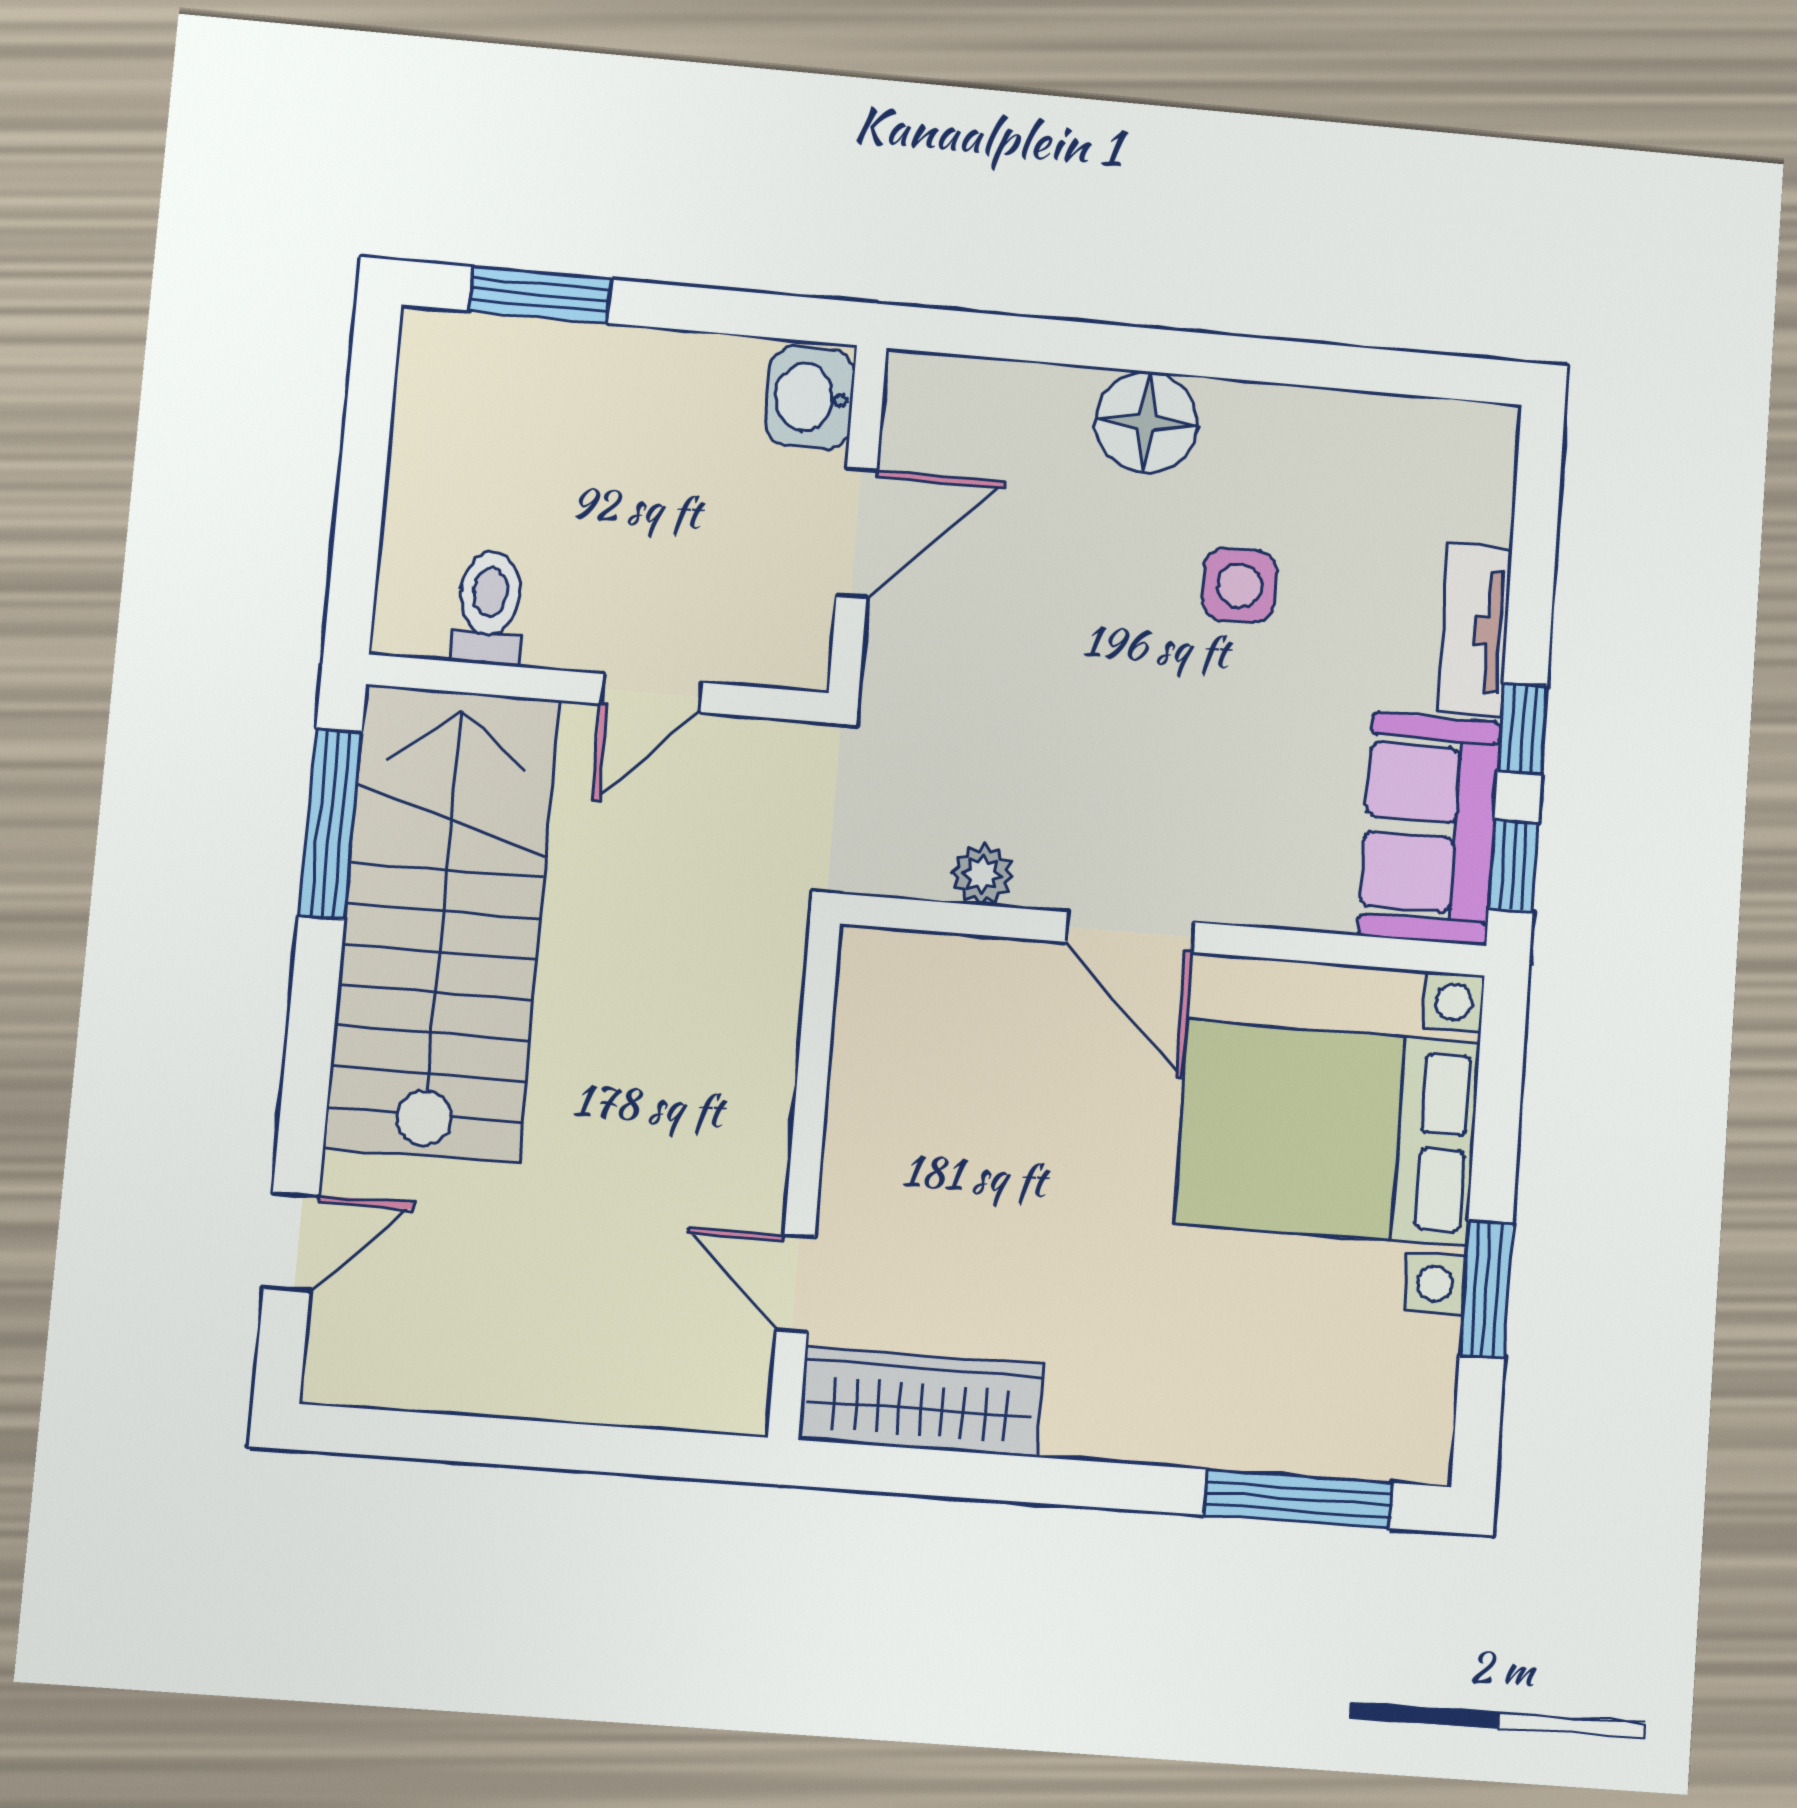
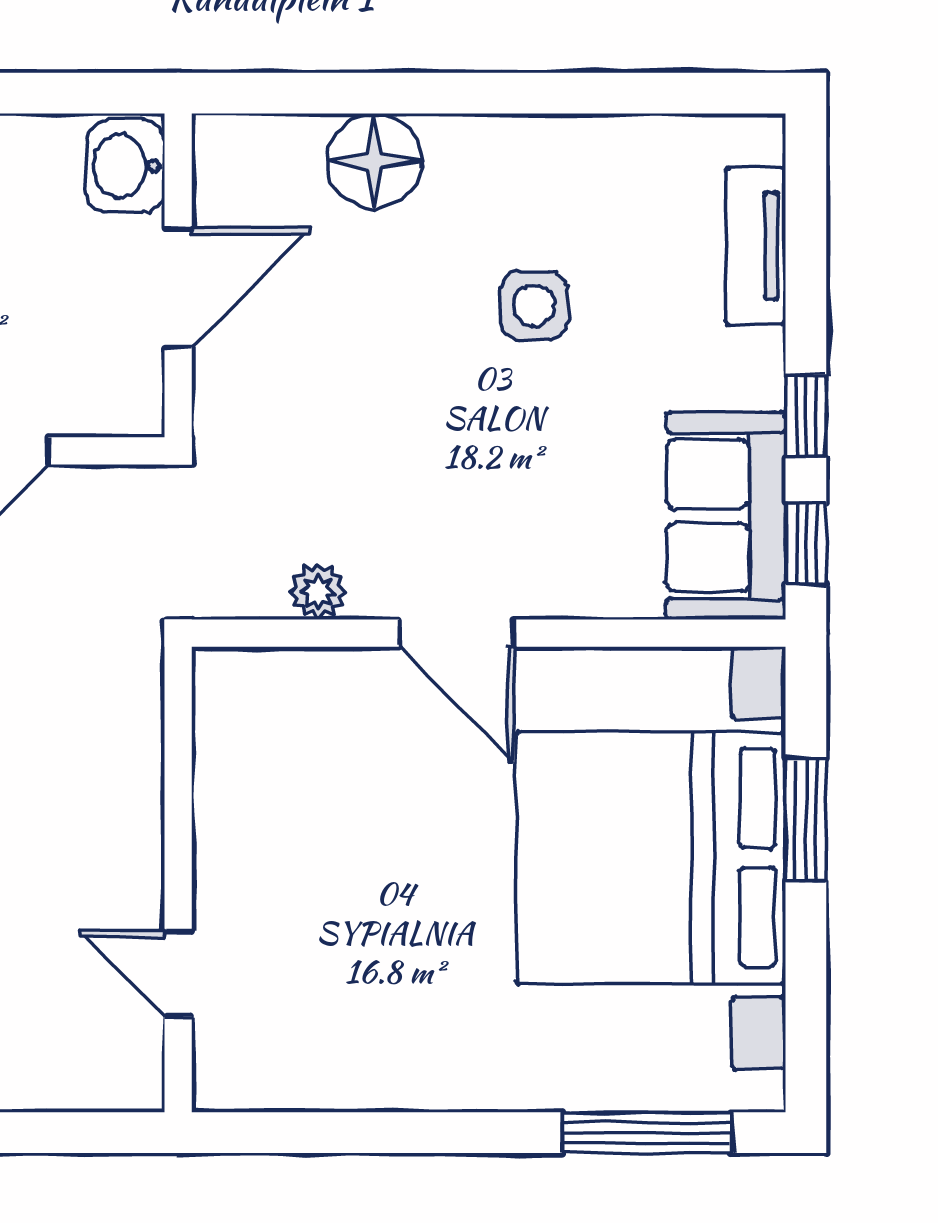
floor lamp: (1147, 422) -> (374, 161), moved
tv unit: (1475, 630) -> (756, 246), moved
bed with nightstands: (1328, 1133) -> (651, 858), width x1.36
window: (1486, 1289) -> (806, 819), moved
wardrobe: (921, 1402) -> (299, 1071), removed

